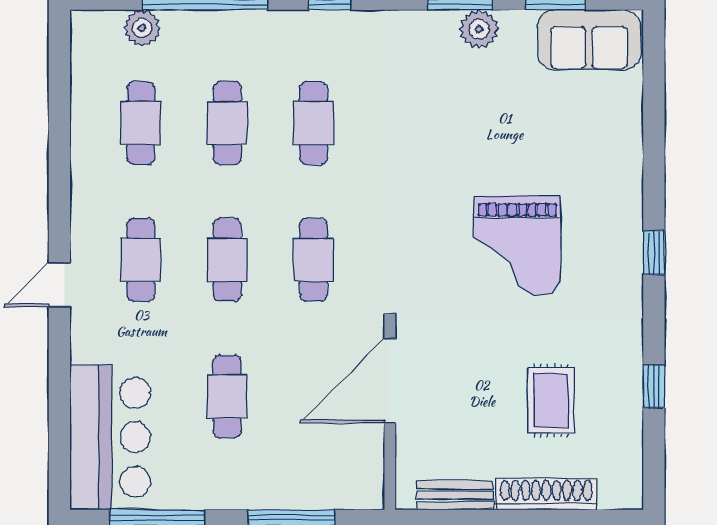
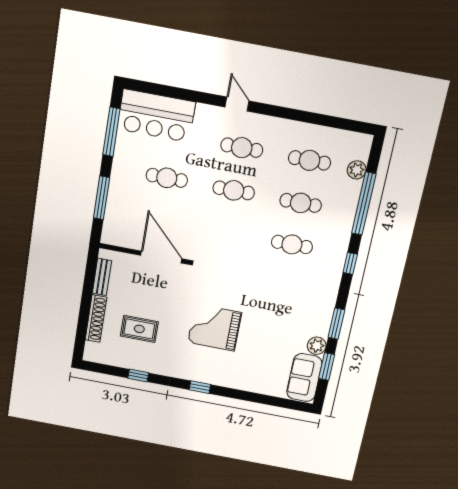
plant: (479, 29) -> (317, 346), moved
cafe table: (314, 260) -> (226, 232), removed

